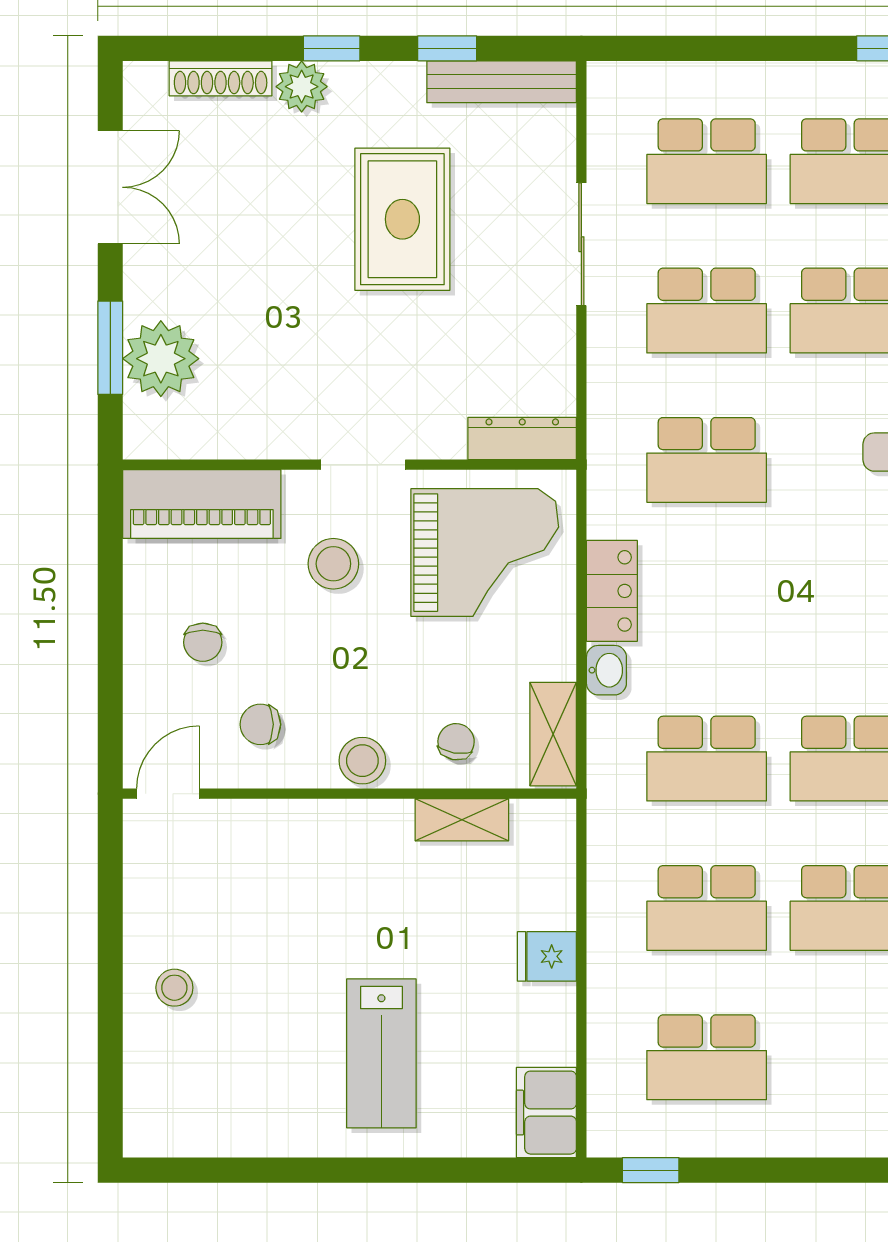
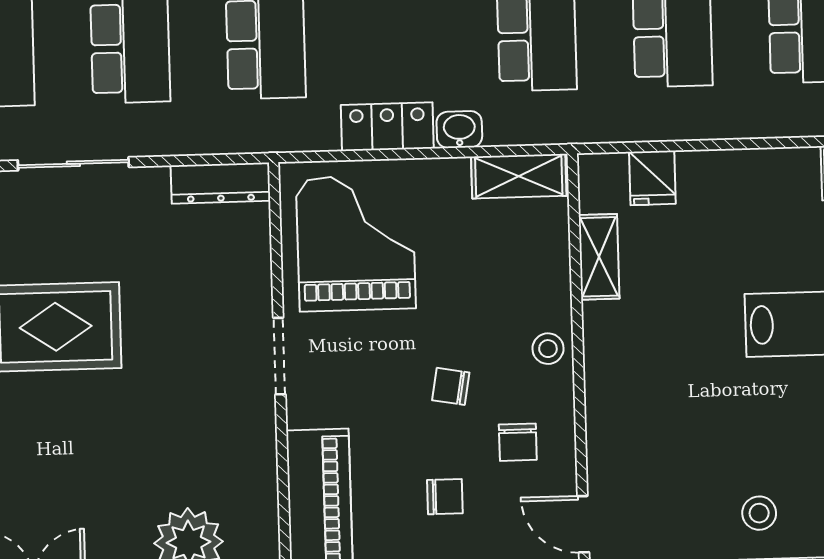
dresser: (522, 438) -> (220, 183), moved, turned -90
stool: (333, 564) -> (370, 380), removed
chair: (456, 742) -> (451, 386), moved
stool: (362, 761) -> (548, 349), width x0.73, depth x0.73
fridge: (547, 956) -> (652, 178), moved

